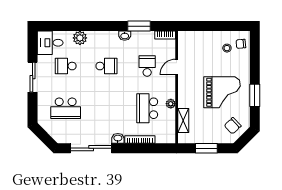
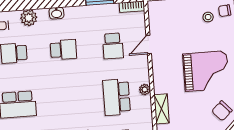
washbasin: (125, 36) -> (57, 13), moved
school desk: (147, 66) -> (113, 46), turned 180

